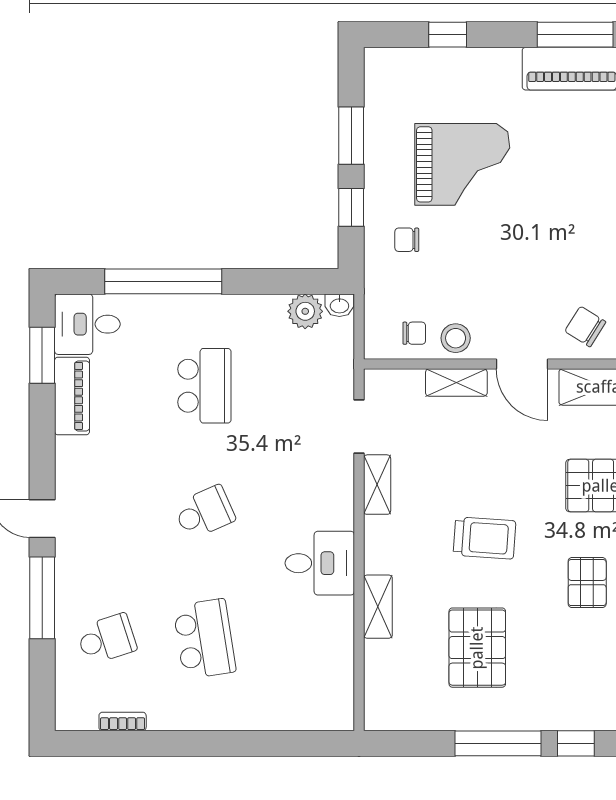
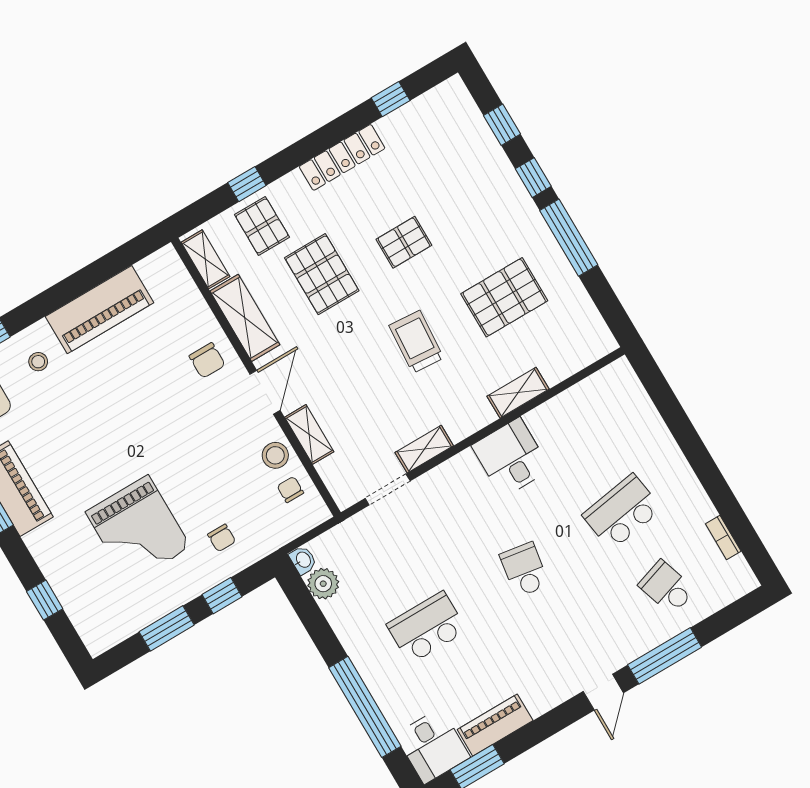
grand piano: (462, 164) -> (138, 530), turned 180
chair: (585, 327) -> (207, 360), turned -32
school desk: (204, 512) -> (524, 570), turned 33

